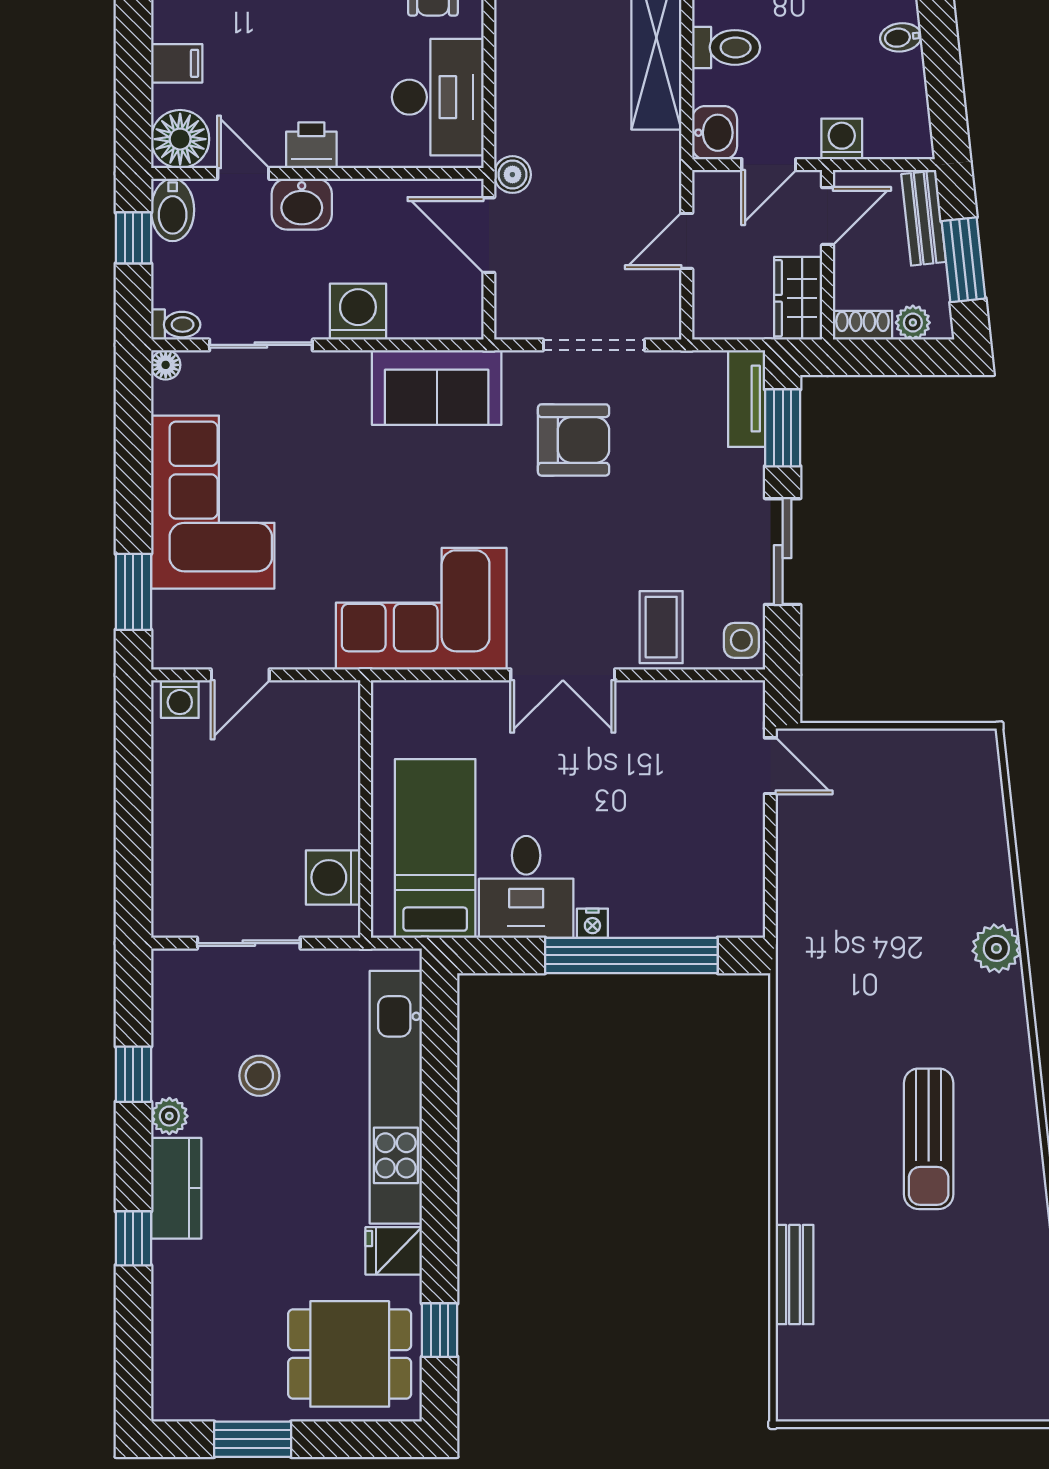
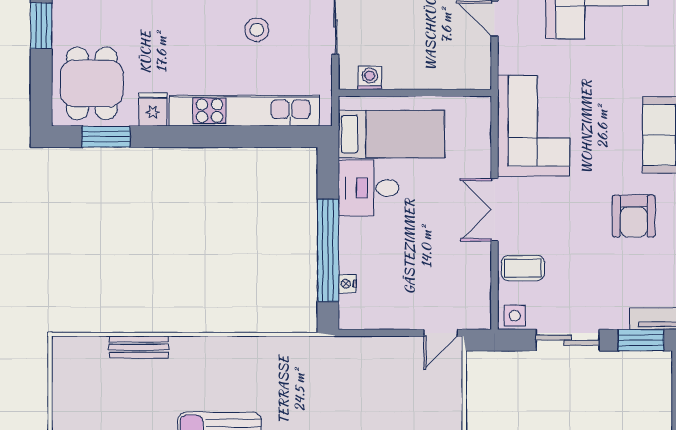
washing machine: (333, 877) -> (370, 78), width x0.73, depth x0.73
nightstand: (592, 923) -> (347, 284), moved
window: (440, 1330) -> (106, 137), width x1.50

